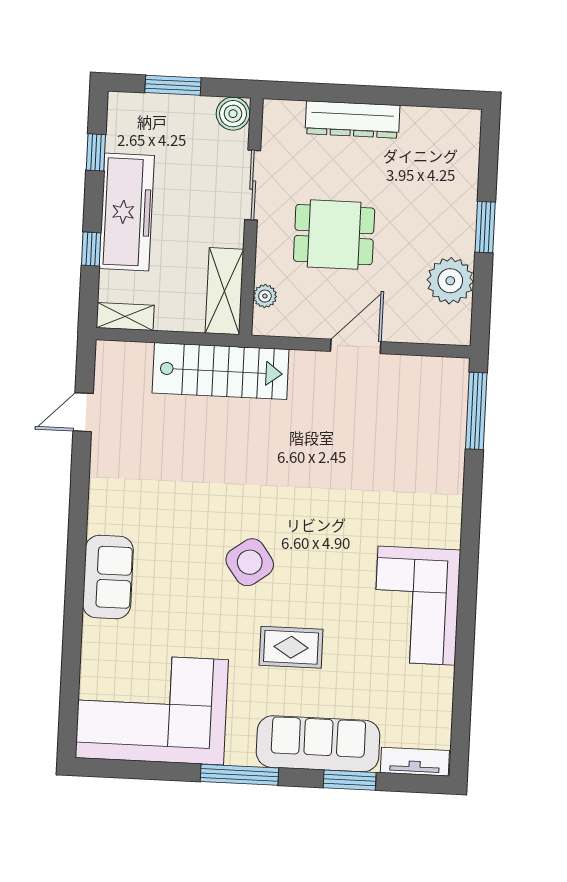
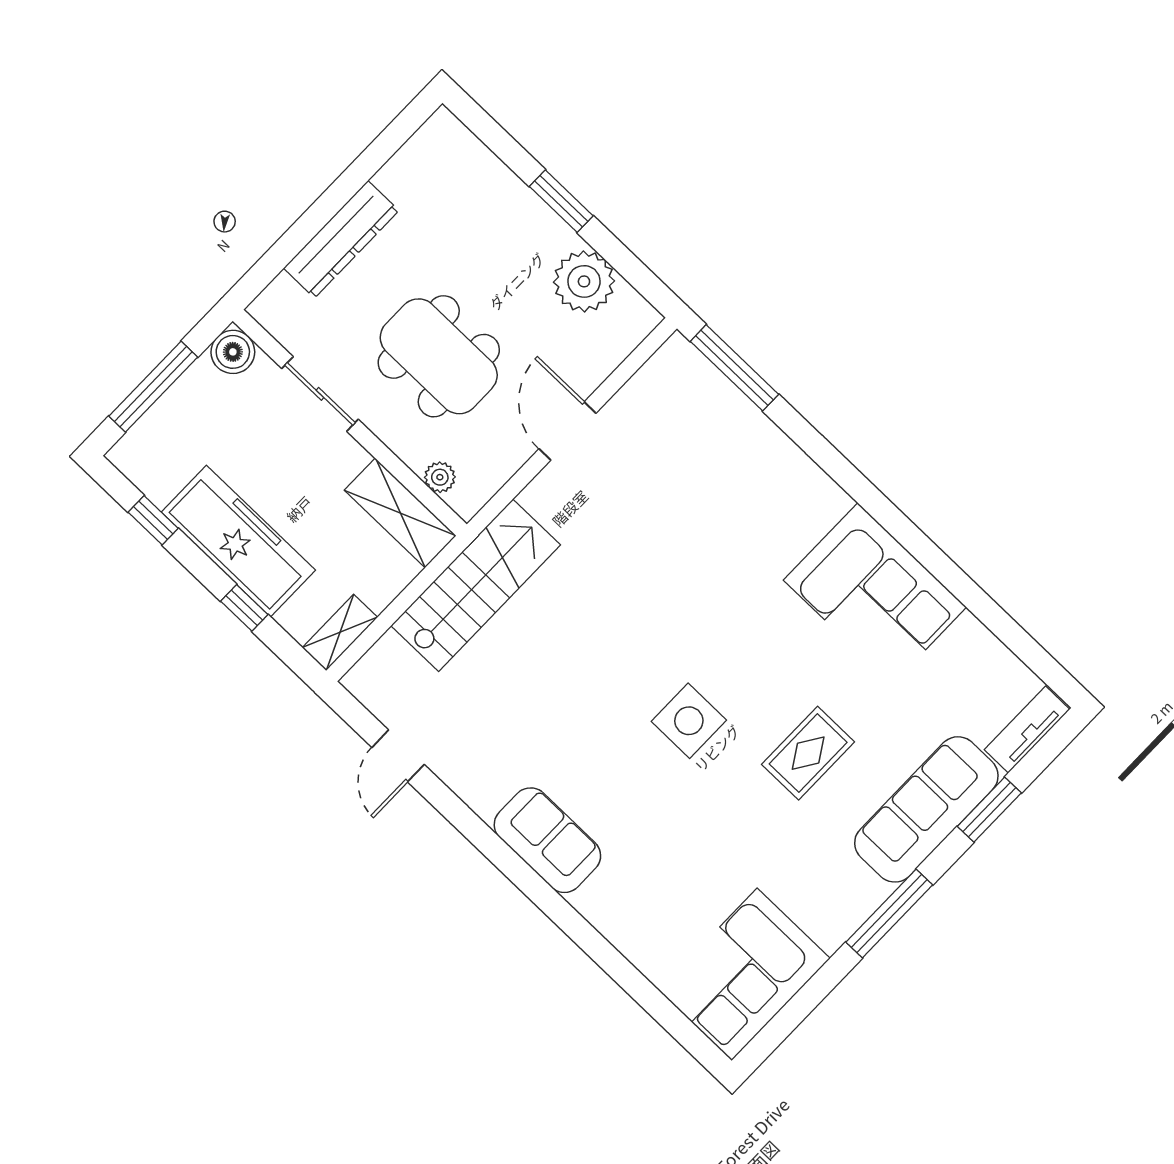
window: (173, 85) -> (153, 387), width x1.44
dining table: (334, 235) -> (439, 356), width x1.38
side table: (250, 562) -> (689, 721), turned 36
sofa: (108, 577) -> (547, 840), moved
corner sofa: (152, 709) -> (744, 974), width x0.73, depth x0.74

